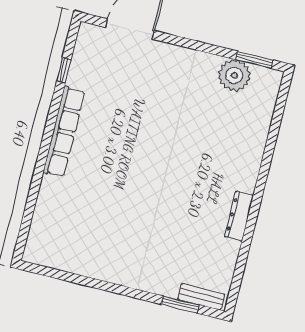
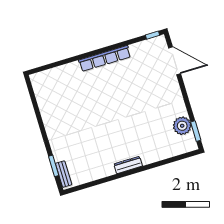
window: (64, 70) -> (152, 35), moved
dresser: (239, 216) -> (128, 165), moved

